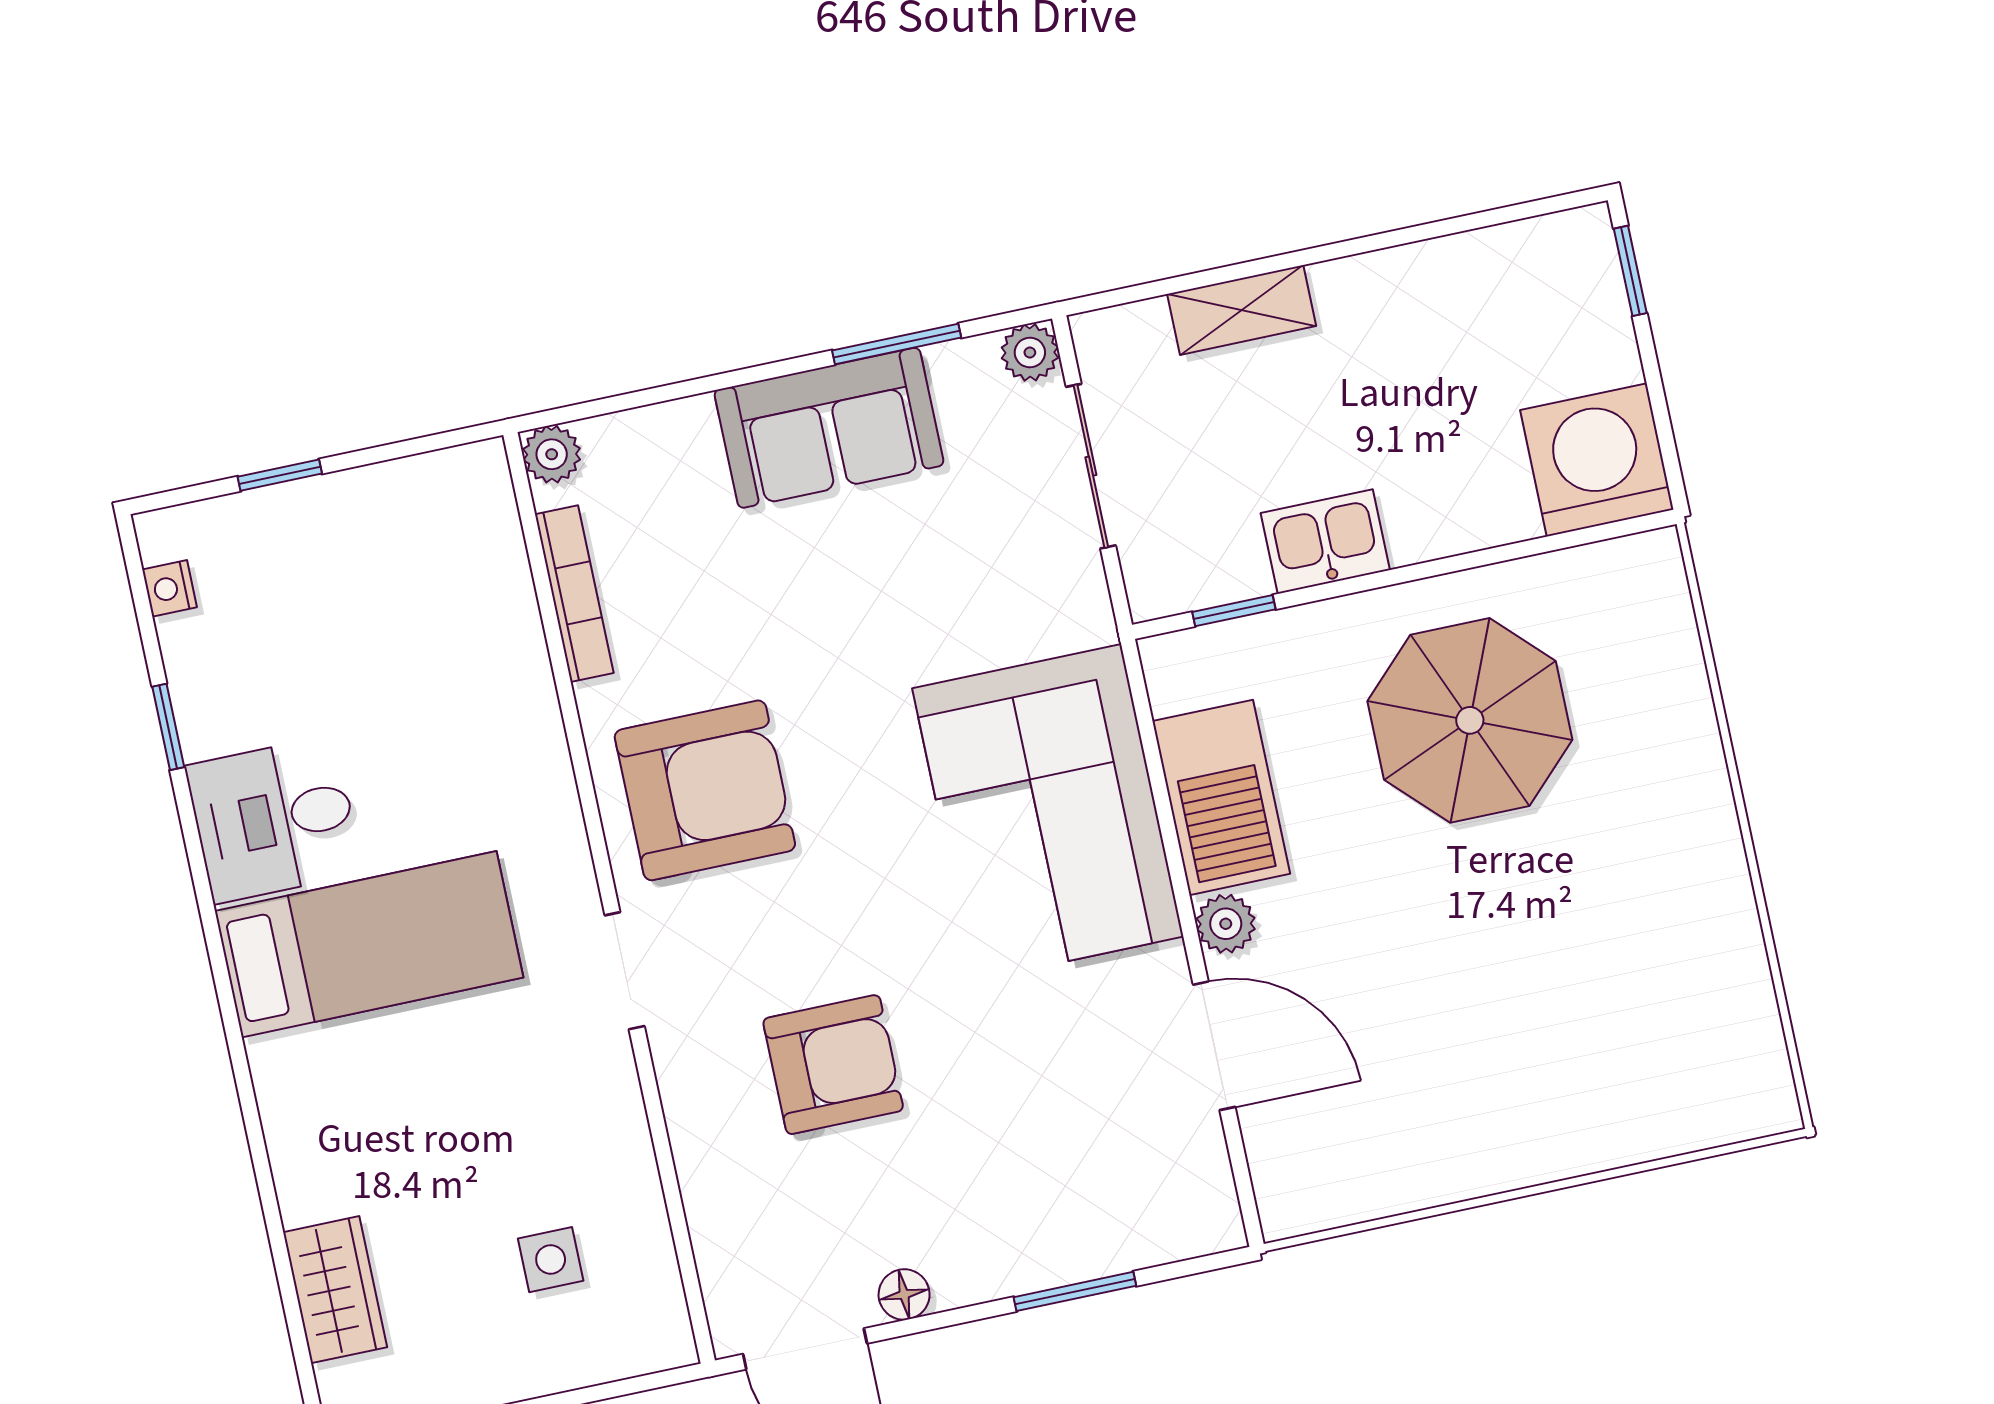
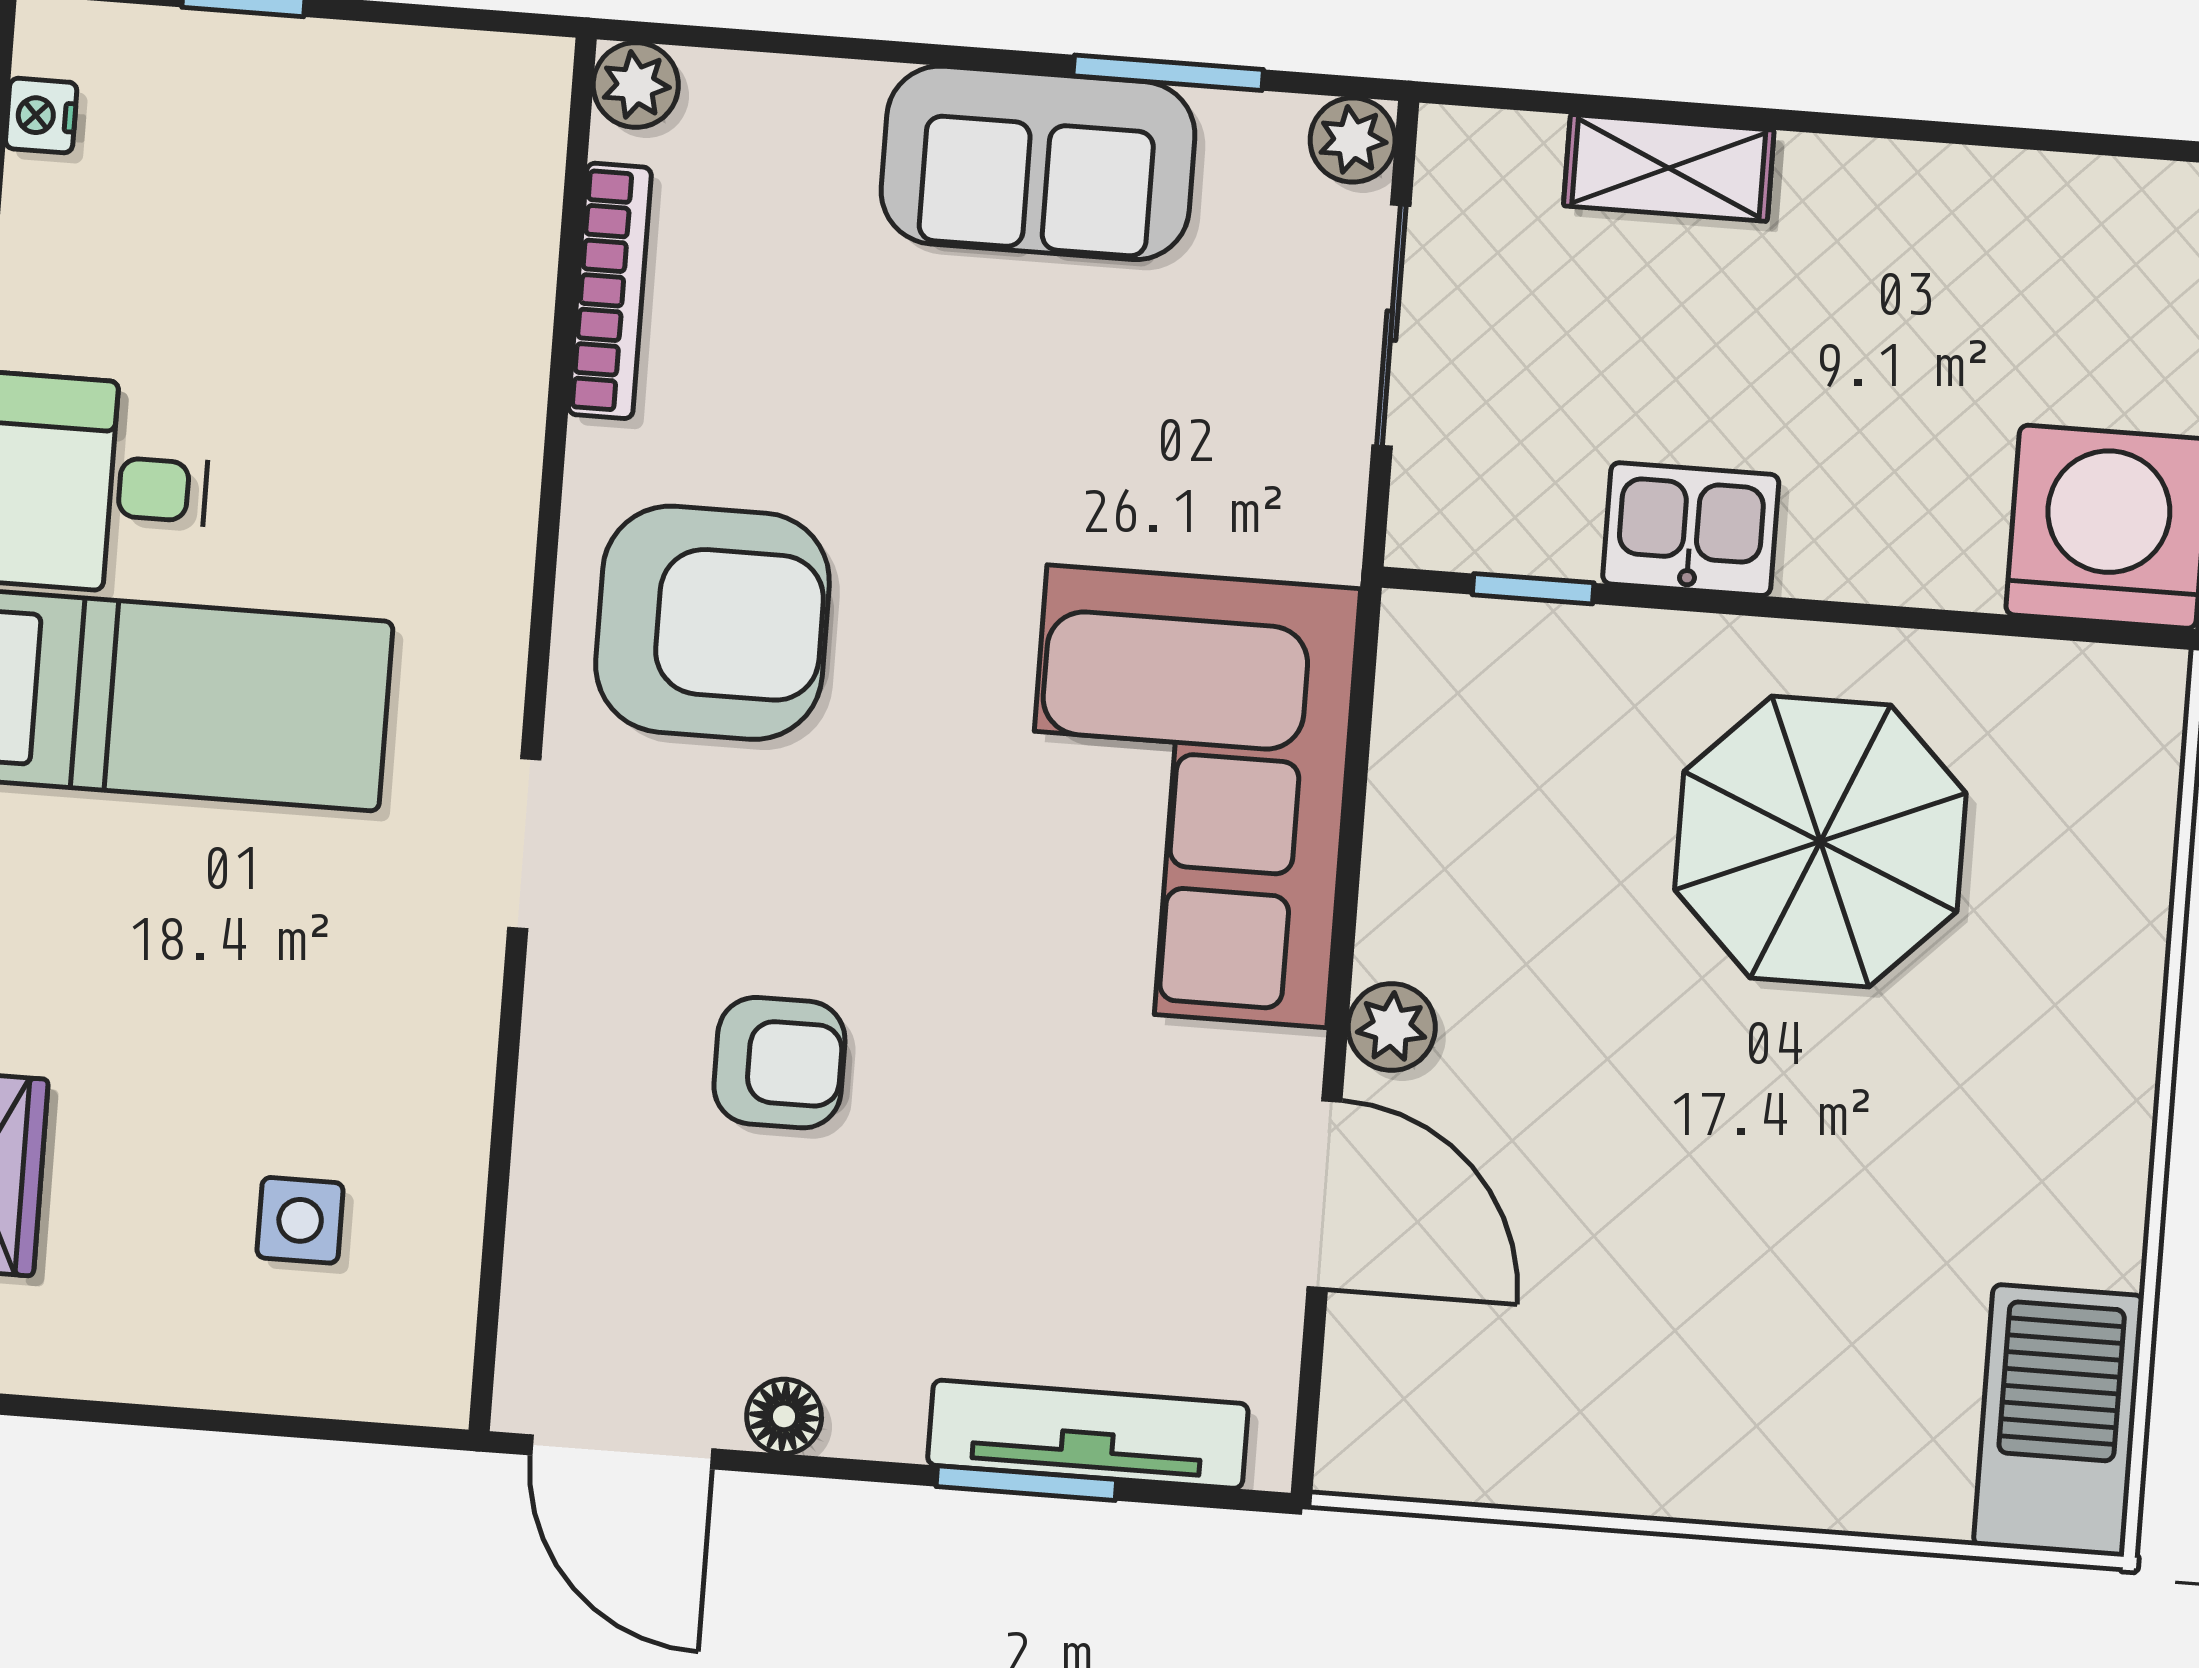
barbecue: (1221, 797) -> (2059, 1420), moved, turned 180
armchair: (833, 1065) -> (779, 1063), width x0.72, depth x0.72
tv unit: (1106, 1248) -> (1088, 1434), added

